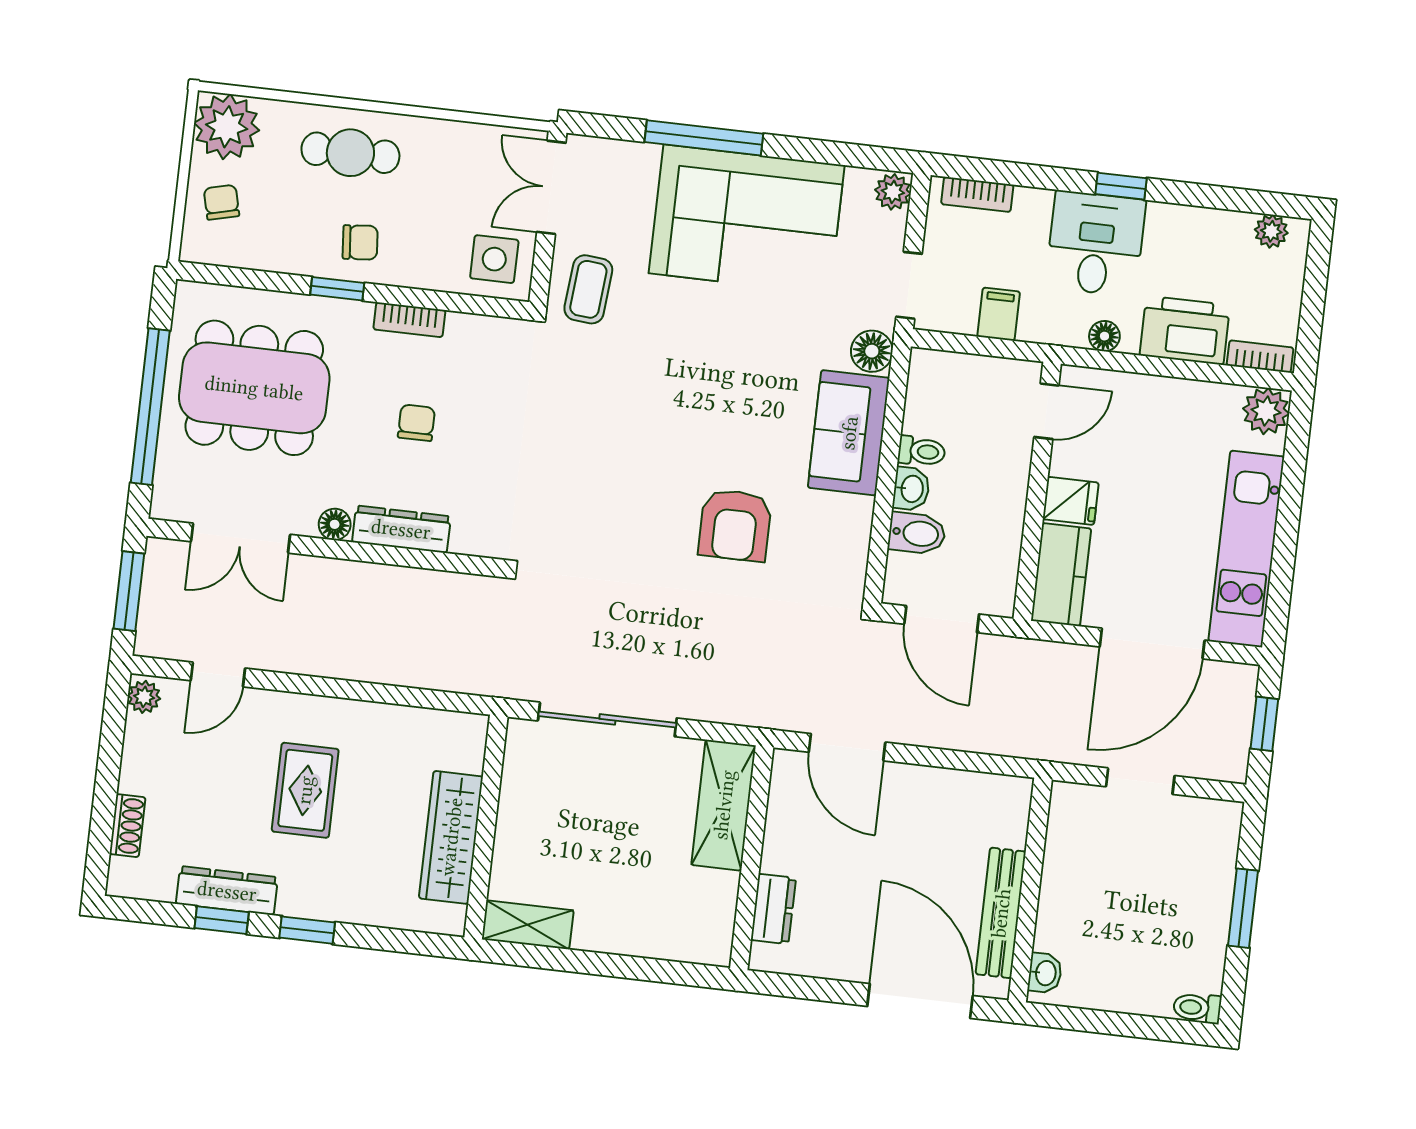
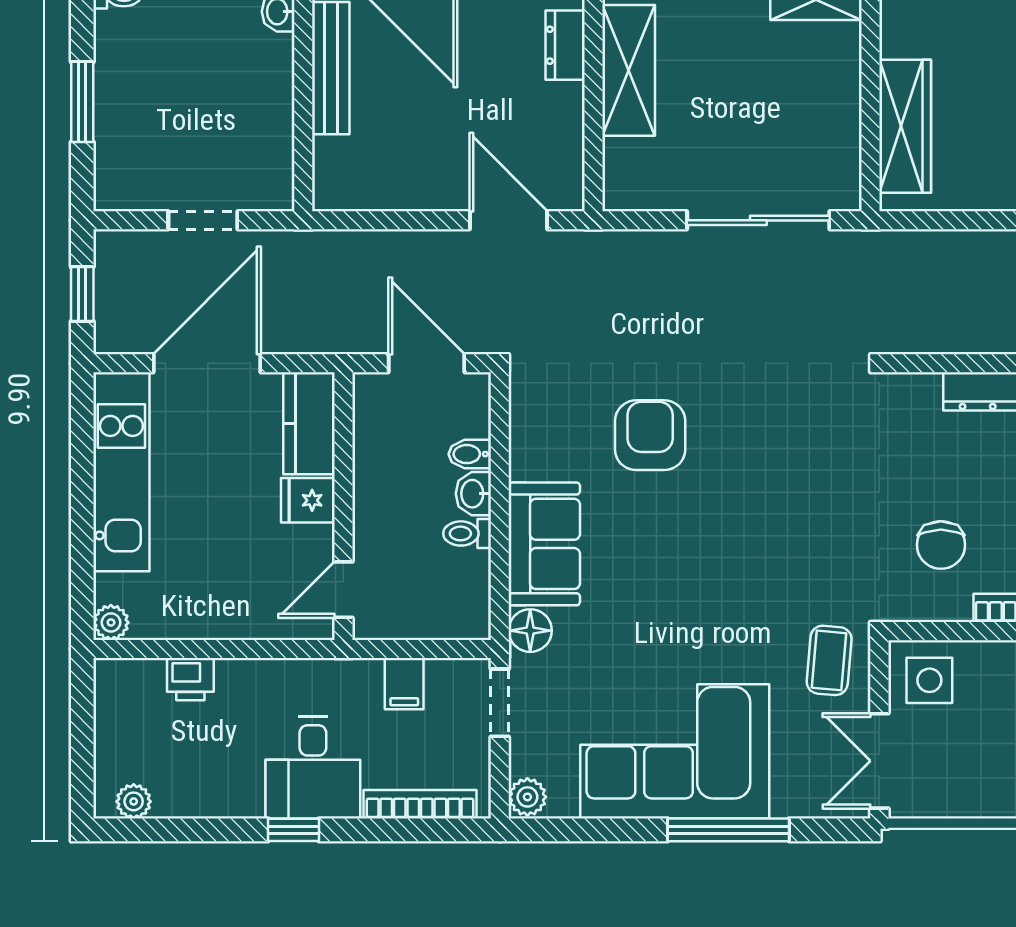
double door: (551, 187) -> (879, 761), swing flipped
bookcase: (977, 194) -> (420, 804), width x1.56
printer: (1185, 330) -> (190, 679), width x0.53, depth x0.68
floor lamp: (1104, 336) -> (293, 674), removed
bookcase: (1260, 356) -> (130, 671), removed
plant: (1266, 411) -> (111, 622), width x0.73, depth x0.73
chair: (416, 423) -> (941, 545), moved, width x1.37, depth x1.37
bidet: (917, 533) -> (470, 454), width x0.72, depth x0.74
shelving: (724, 805) -> (629, 70), moved
wardrobe: (451, 837) -> (905, 126), moved

